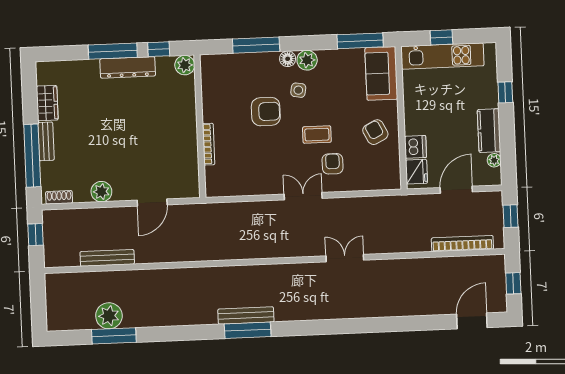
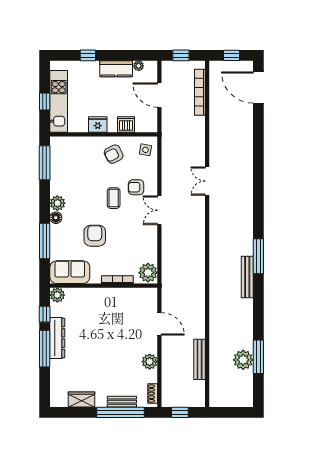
sofa: (381, 73) -> (70, 272), moved, turned 180
side table: (298, 90) -> (145, 150), moved
bench: (46, 141) -> (122, 402), moved
fridge: (417, 172) -> (98, 124), moved
plant: (220, 185) -> (148, 273), added
bench: (246, 315) -> (247, 277), moved
door: (472, 321) -> (258, 88), width x1.36

